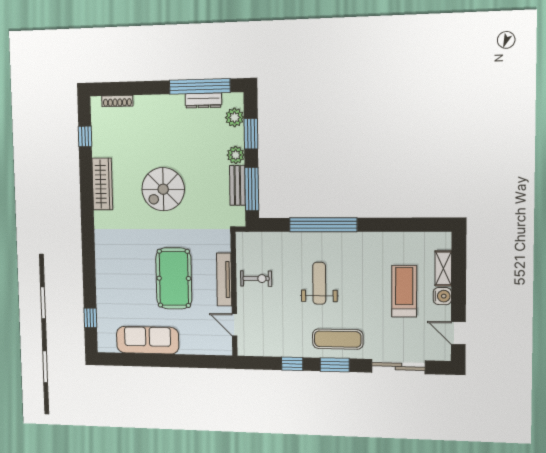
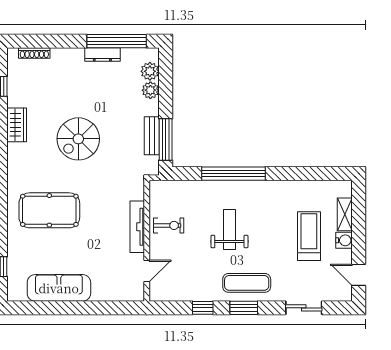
dresser: (203, 101) -> (102, 55), moved
window: (251, 134) -> (166, 87), removed
plant: (236, 155) -> (150, 90), moved
wardrobe: (102, 184) -> (17, 125), width x0.67
pool table: (174, 278) -> (49, 210), moved, turned 90
door: (234, 325) -> (147, 271), swing flipped
sliding door: (398, 367) -> (304, 308), width x0.73

